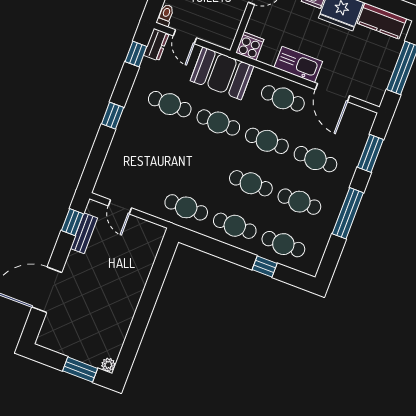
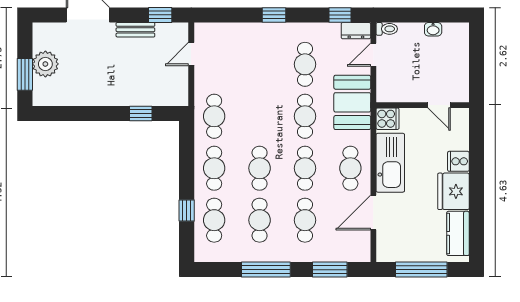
kitchen sink: (298, 64) -> (390, 163), width x1.36, depth x1.24
bench: (84, 233) -> (135, 30), moved
window: (158, 275) -> (141, 113), added
plant: (108, 365) -> (45, 64), moved, width x1.87, depth x1.87

